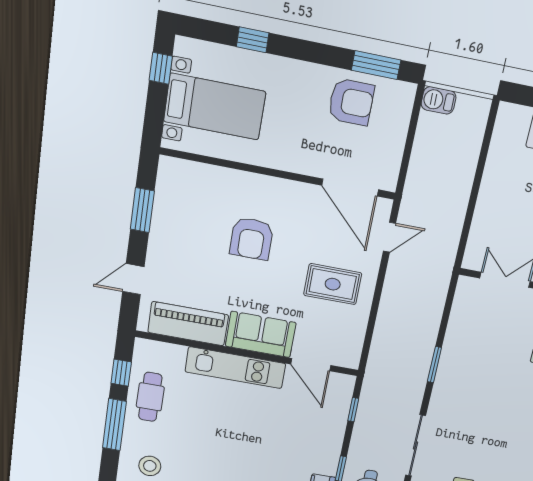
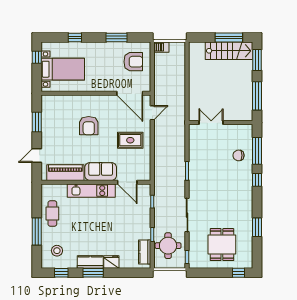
window: (376, 65) -> (117, 37), moved
armchair: (351, 102) -> (133, 62), moved
window: (121, 373) -> (37, 204), removed

